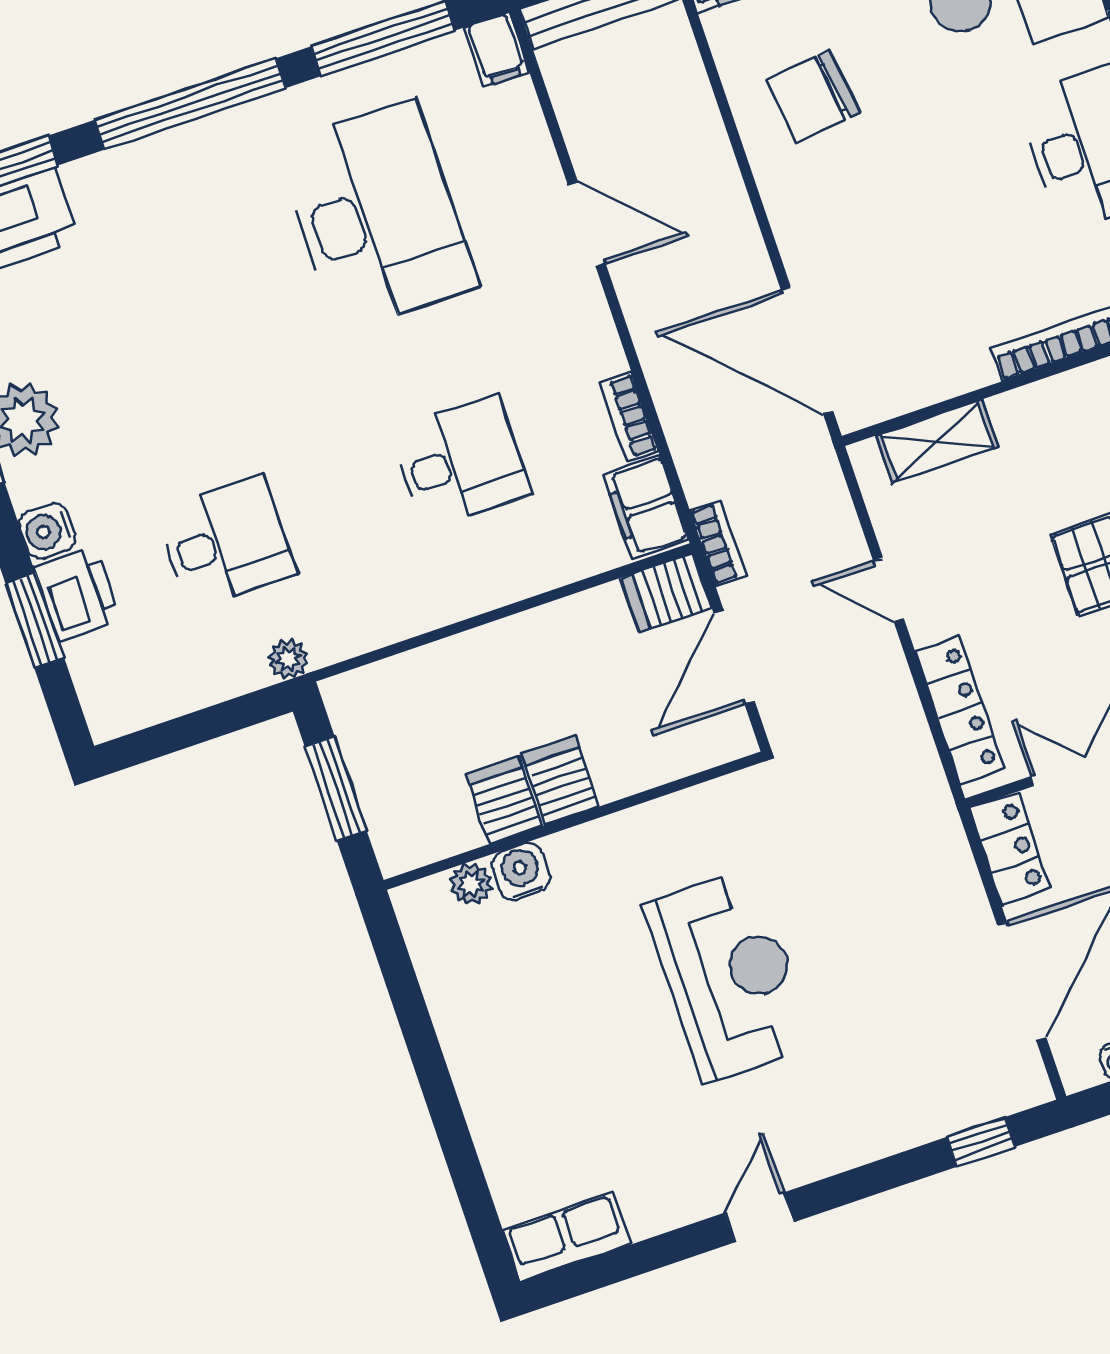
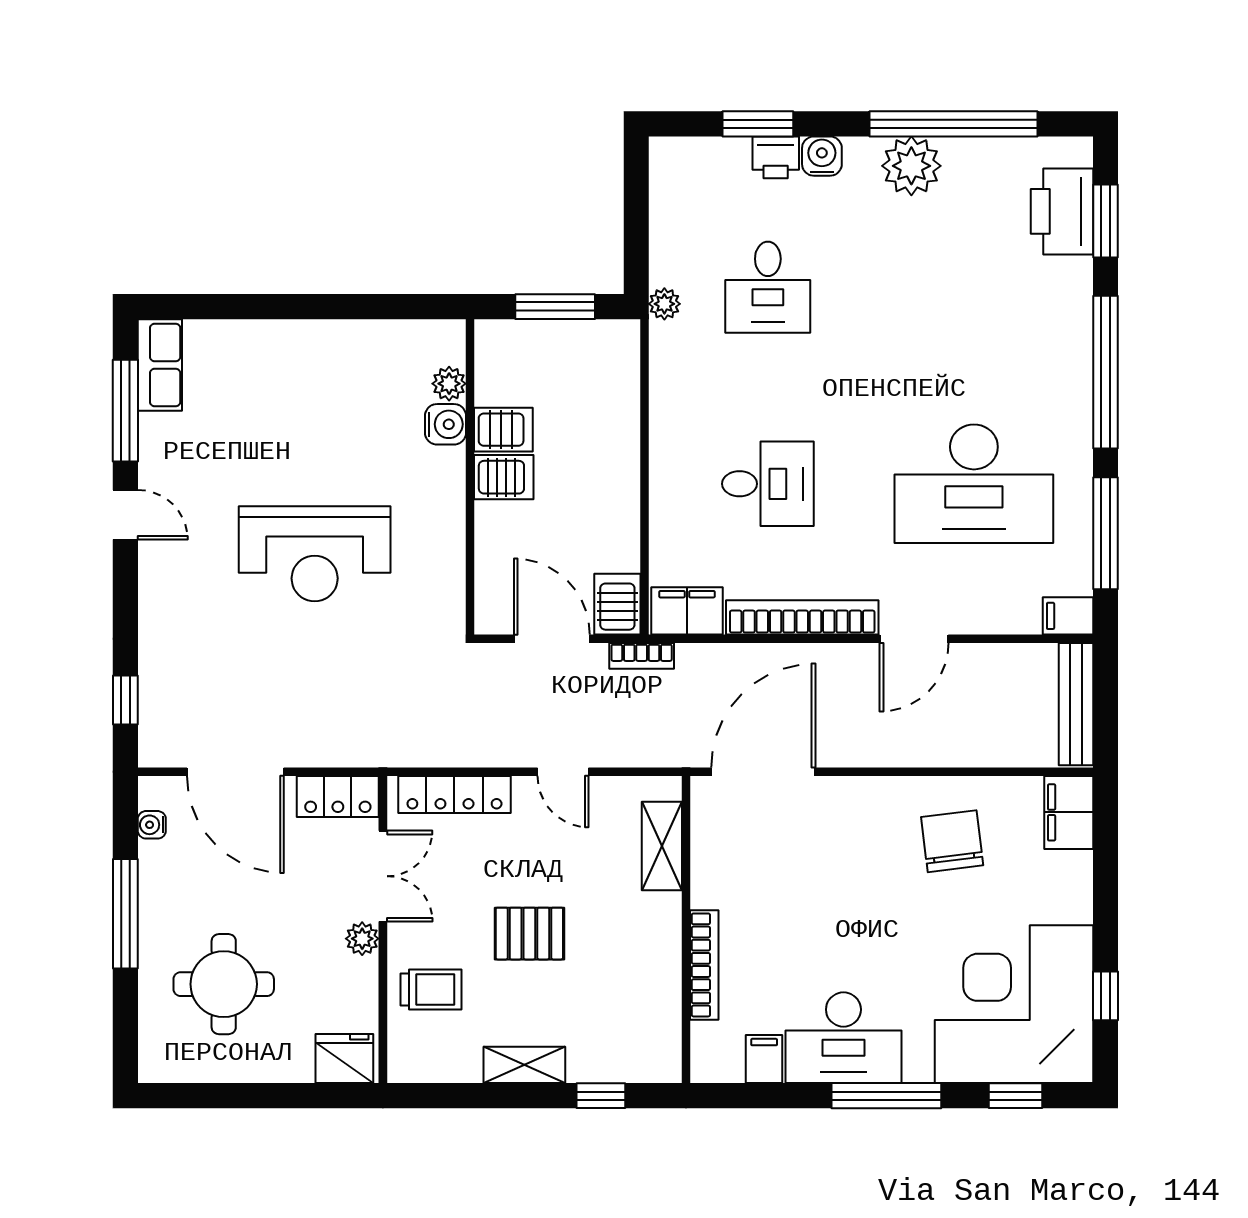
bookcase: (629, 417) -> (802, 617), width x2.31, depth x1.31
desk: (461, 462) -> (768, 484), turned -90
door: (888, 590) -> (563, 772), swing flipped
printer: (77, 594) -> (776, 157), width x0.73, depth x0.81
window: (635, 1260) -> (125, 411), added

